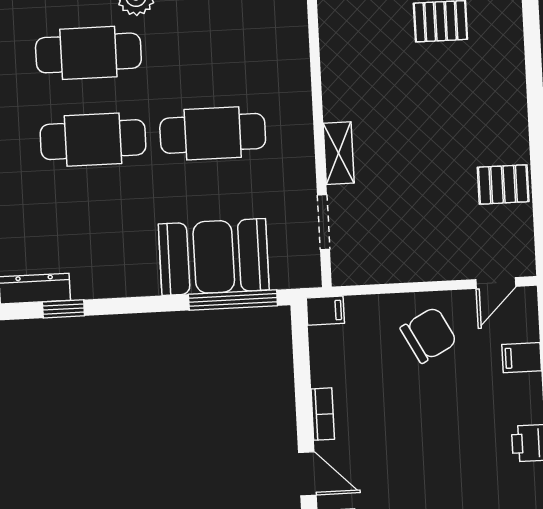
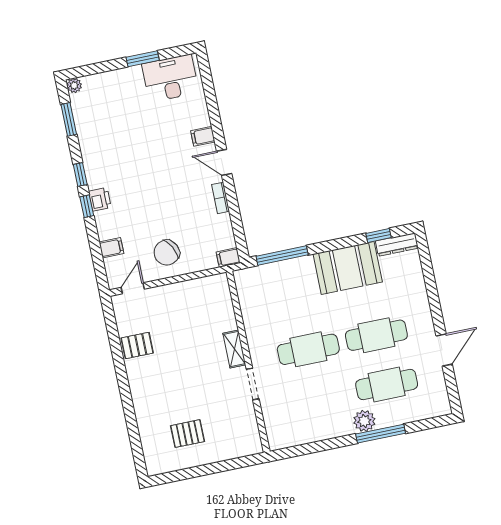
doorway: (323, 222) -> (253, 384), moved
booth: (214, 257) -> (348, 268), moved

